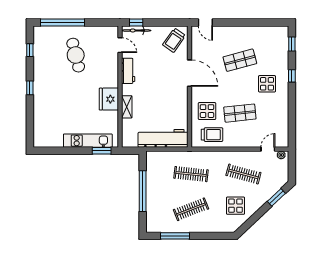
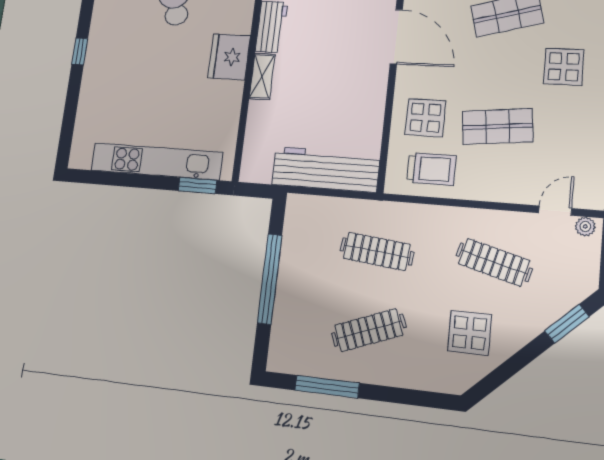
fridge: (109, 99) -> (229, 57), moved
shelving: (127, 107) -> (262, 76), moved
kitchen unit: (88, 141) -> (156, 161), width x1.36

